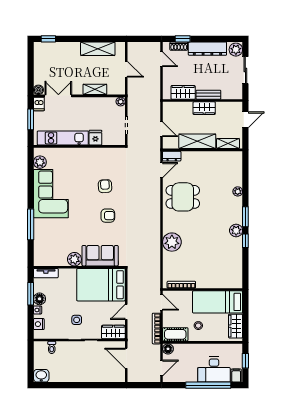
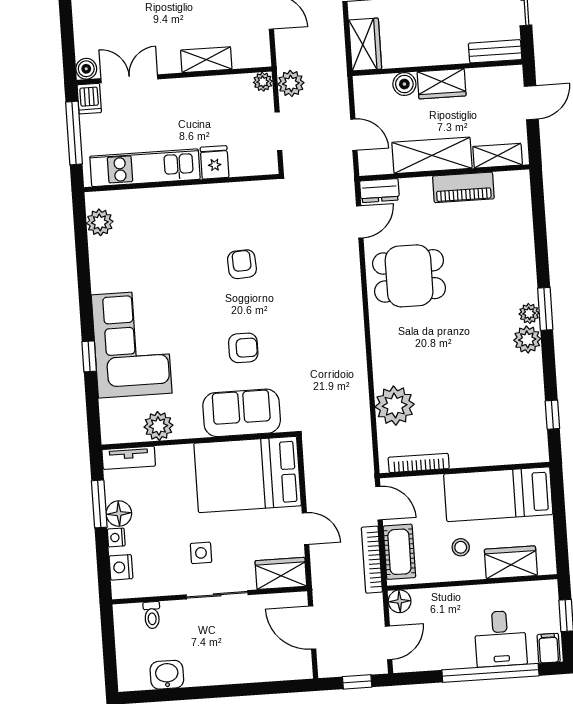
wardrobe: (183, 92) -> (365, 45), moved, turned 90
bench: (208, 95) -> (495, 51), moved
plant: (134, 103) -> (291, 83), added
boiler: (187, 107) -> (404, 84), added
window: (31, 119) -> (74, 133), width x1.44
piano: (211, 157) -> (463, 187), added
plant: (238, 191) -> (529, 313), moved
corner sofa: (51, 194) -> (132, 344), moved
armchair: (108, 216) -> (243, 348), moved
window: (31, 224) -> (89, 356), width x0.46
window: (245, 241) -> (552, 415), moved
plant: (172, 242) -> (395, 406), moved
plant: (74, 259) -> (158, 426), moved
door: (126, 312) -> (305, 529), swing flipped
wardrobe: (236, 326) -> (511, 562), moved, turned 90
cot: (175, 334) -> (399, 552), moved, turned 90
desk: (214, 370) -> (500, 639), width x0.73
washbasin: (41, 376) -> (167, 675), moved
window: (146, 385) -> (357, 682), added

